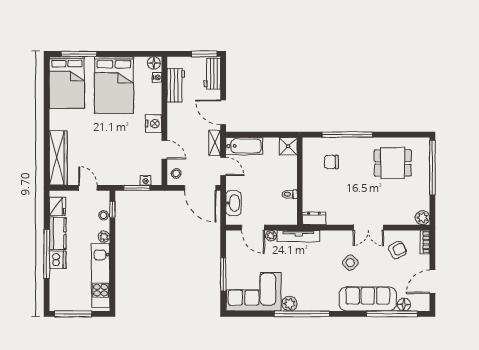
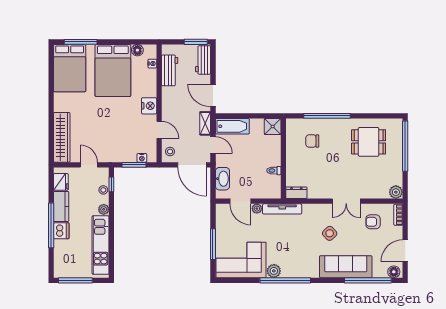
floor lamp: (154, 63) -> (137, 50), moved
armchair: (398, 250) -> (373, 222), turned -153
floor lamp: (404, 305) -> (394, 272), moved

